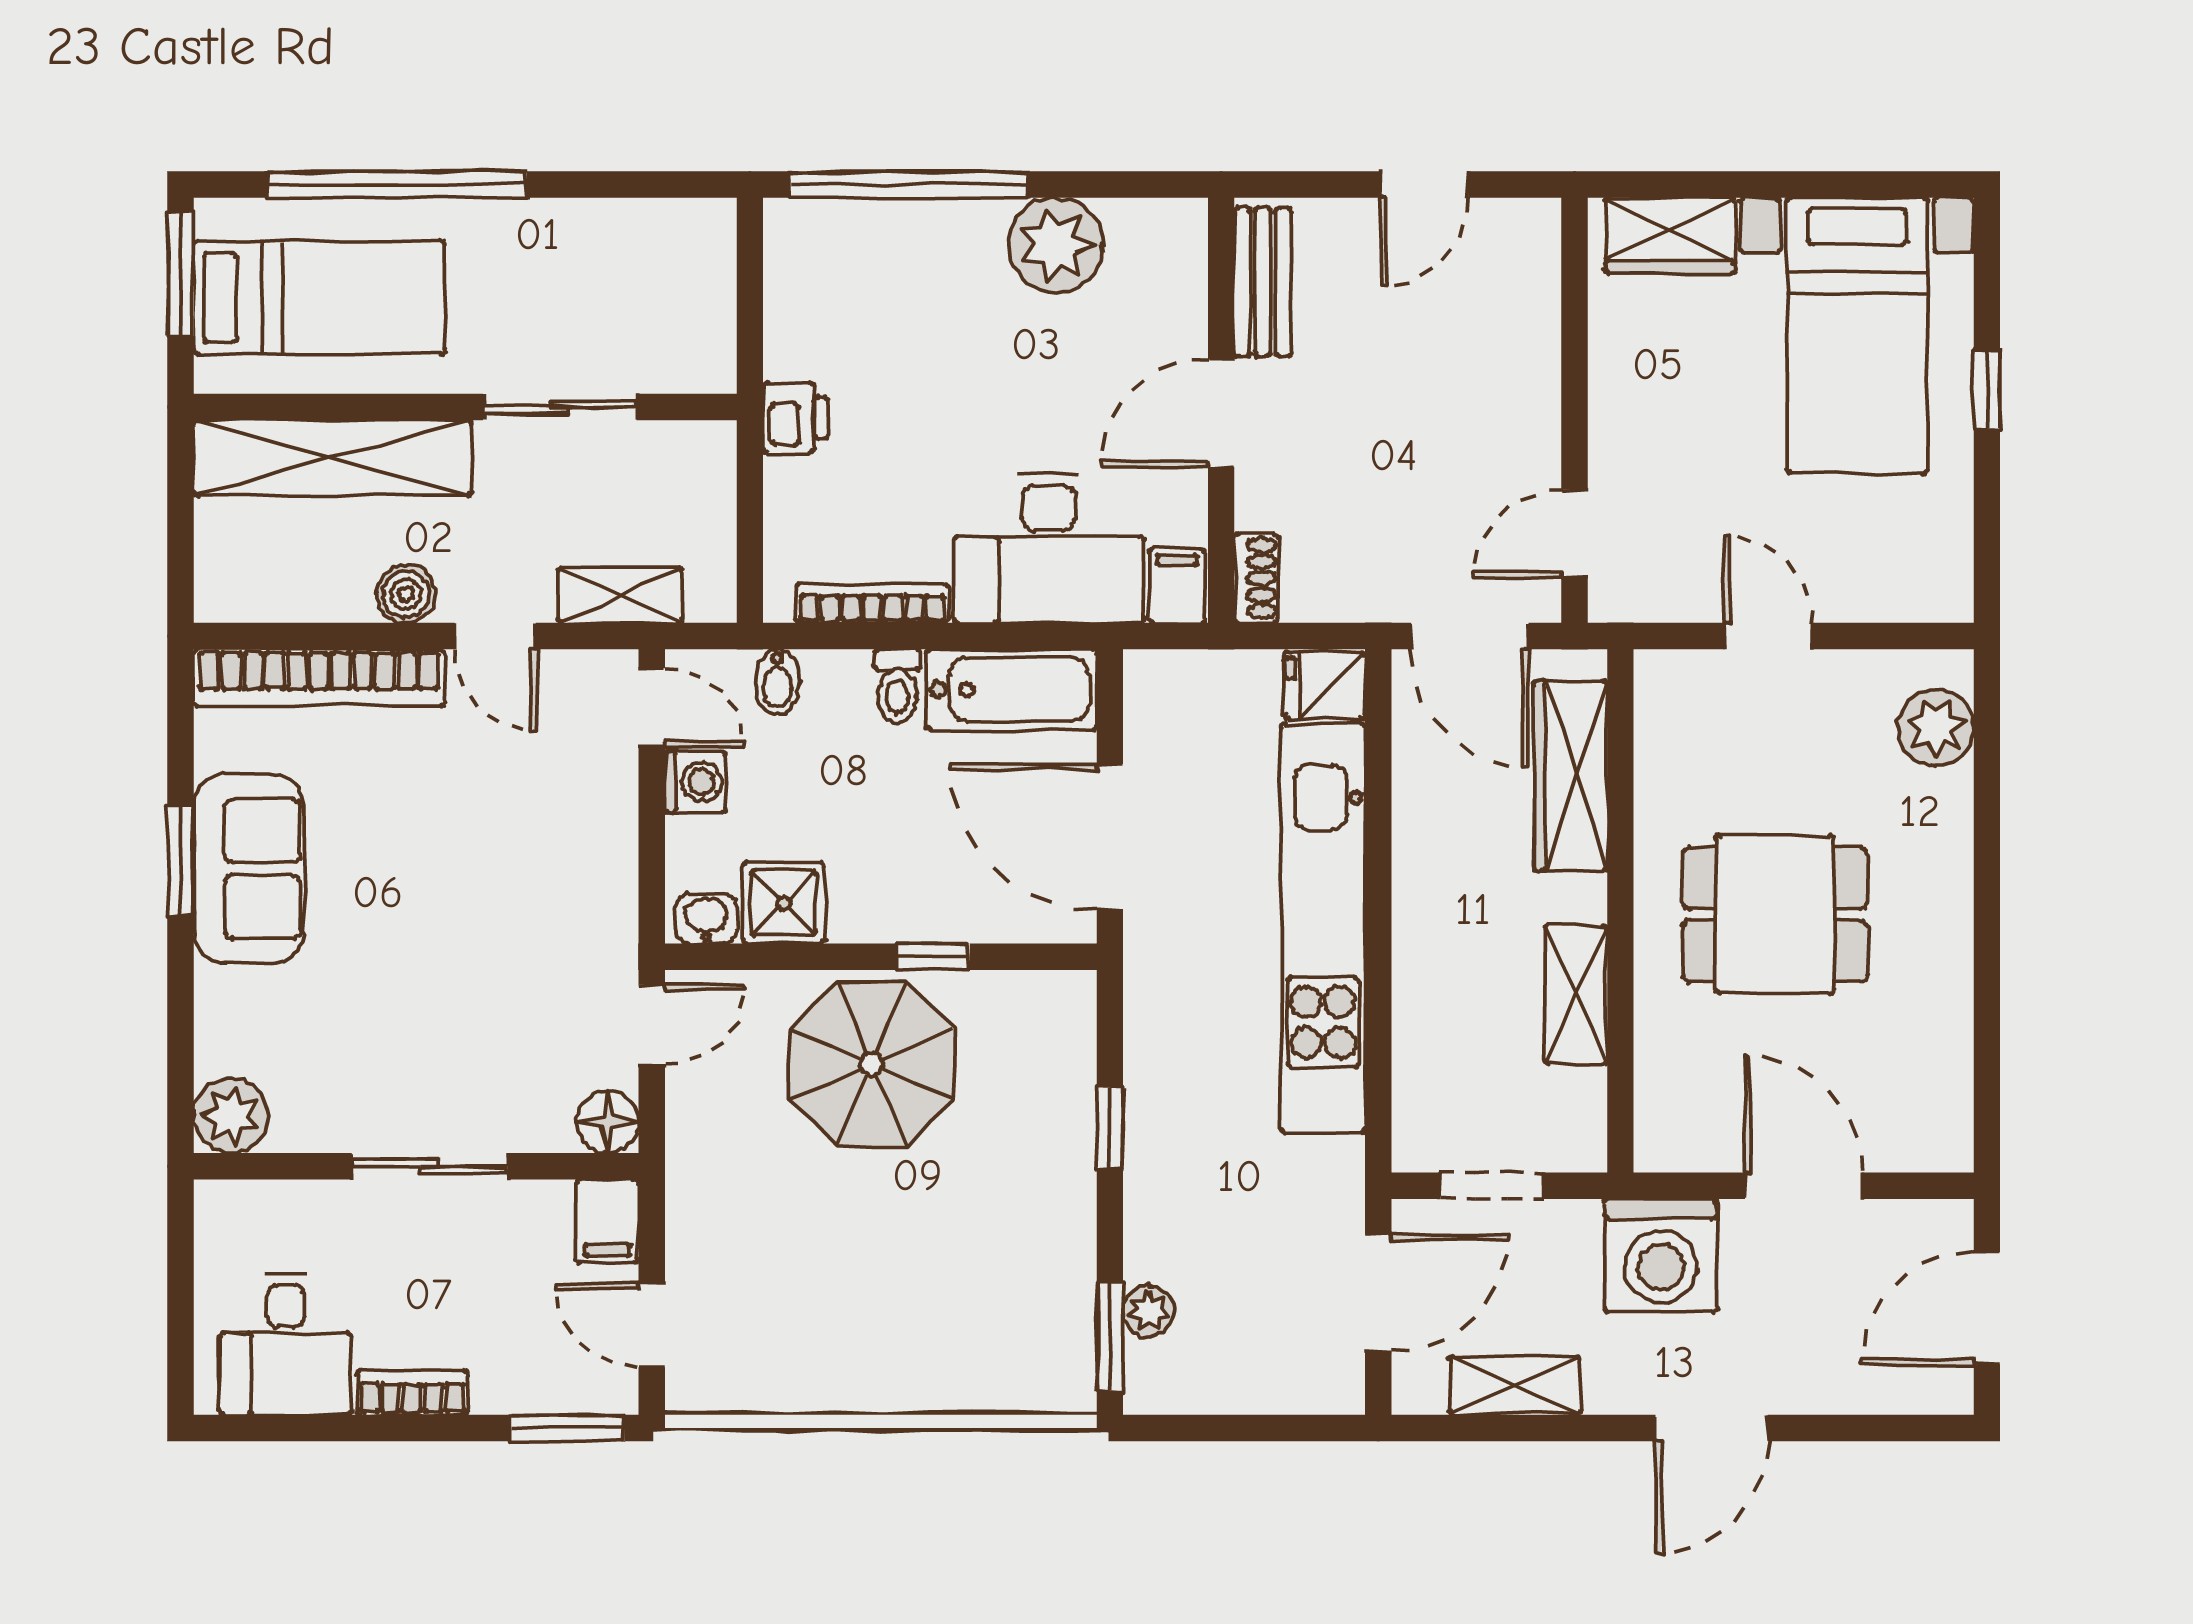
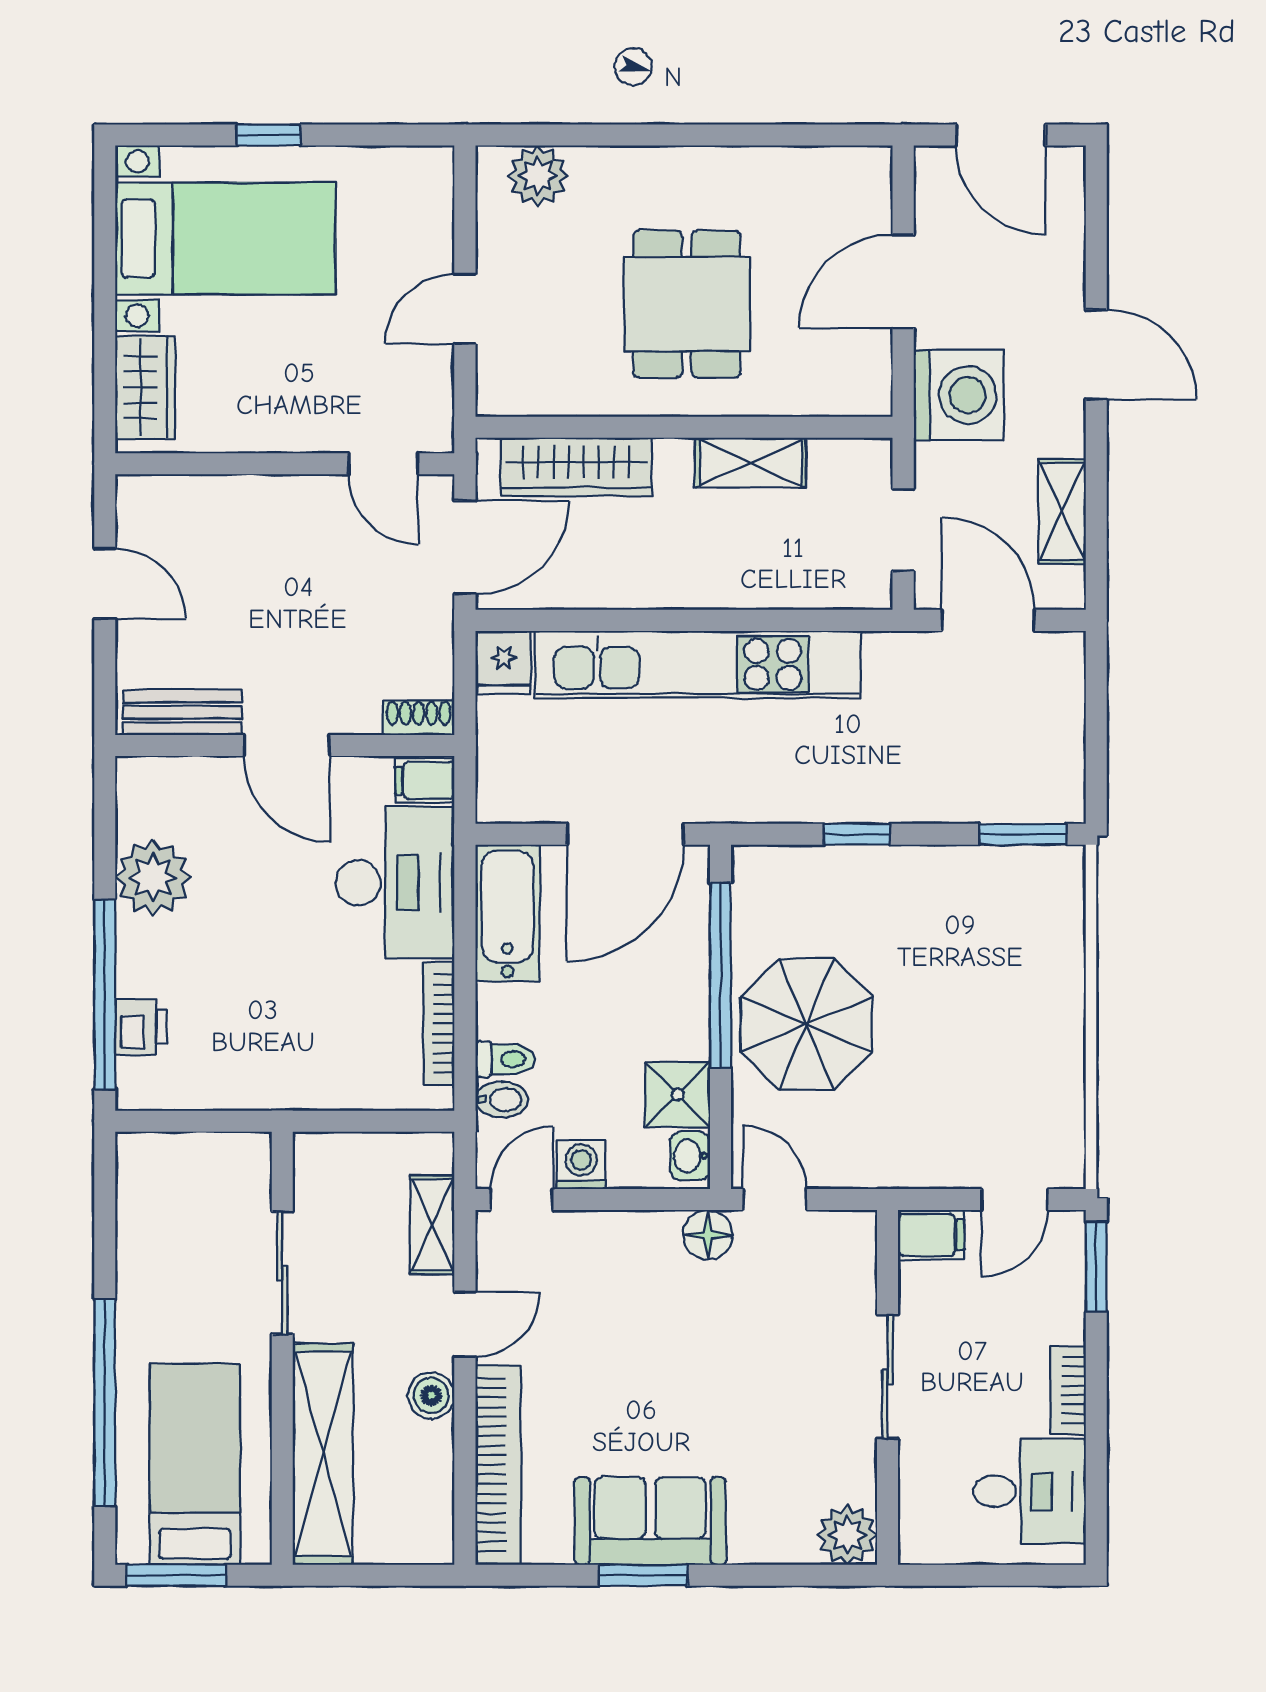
printer: (795, 418) -> (141, 1027), moved, turned 90
toilet: (898, 686) -> (505, 1059), moved
window: (933, 957) -> (721, 975), width x3.17
floor lamp: (607, 1122) -> (708, 1235), moved
plant: (1148, 1311) -> (1003, 803), removed

